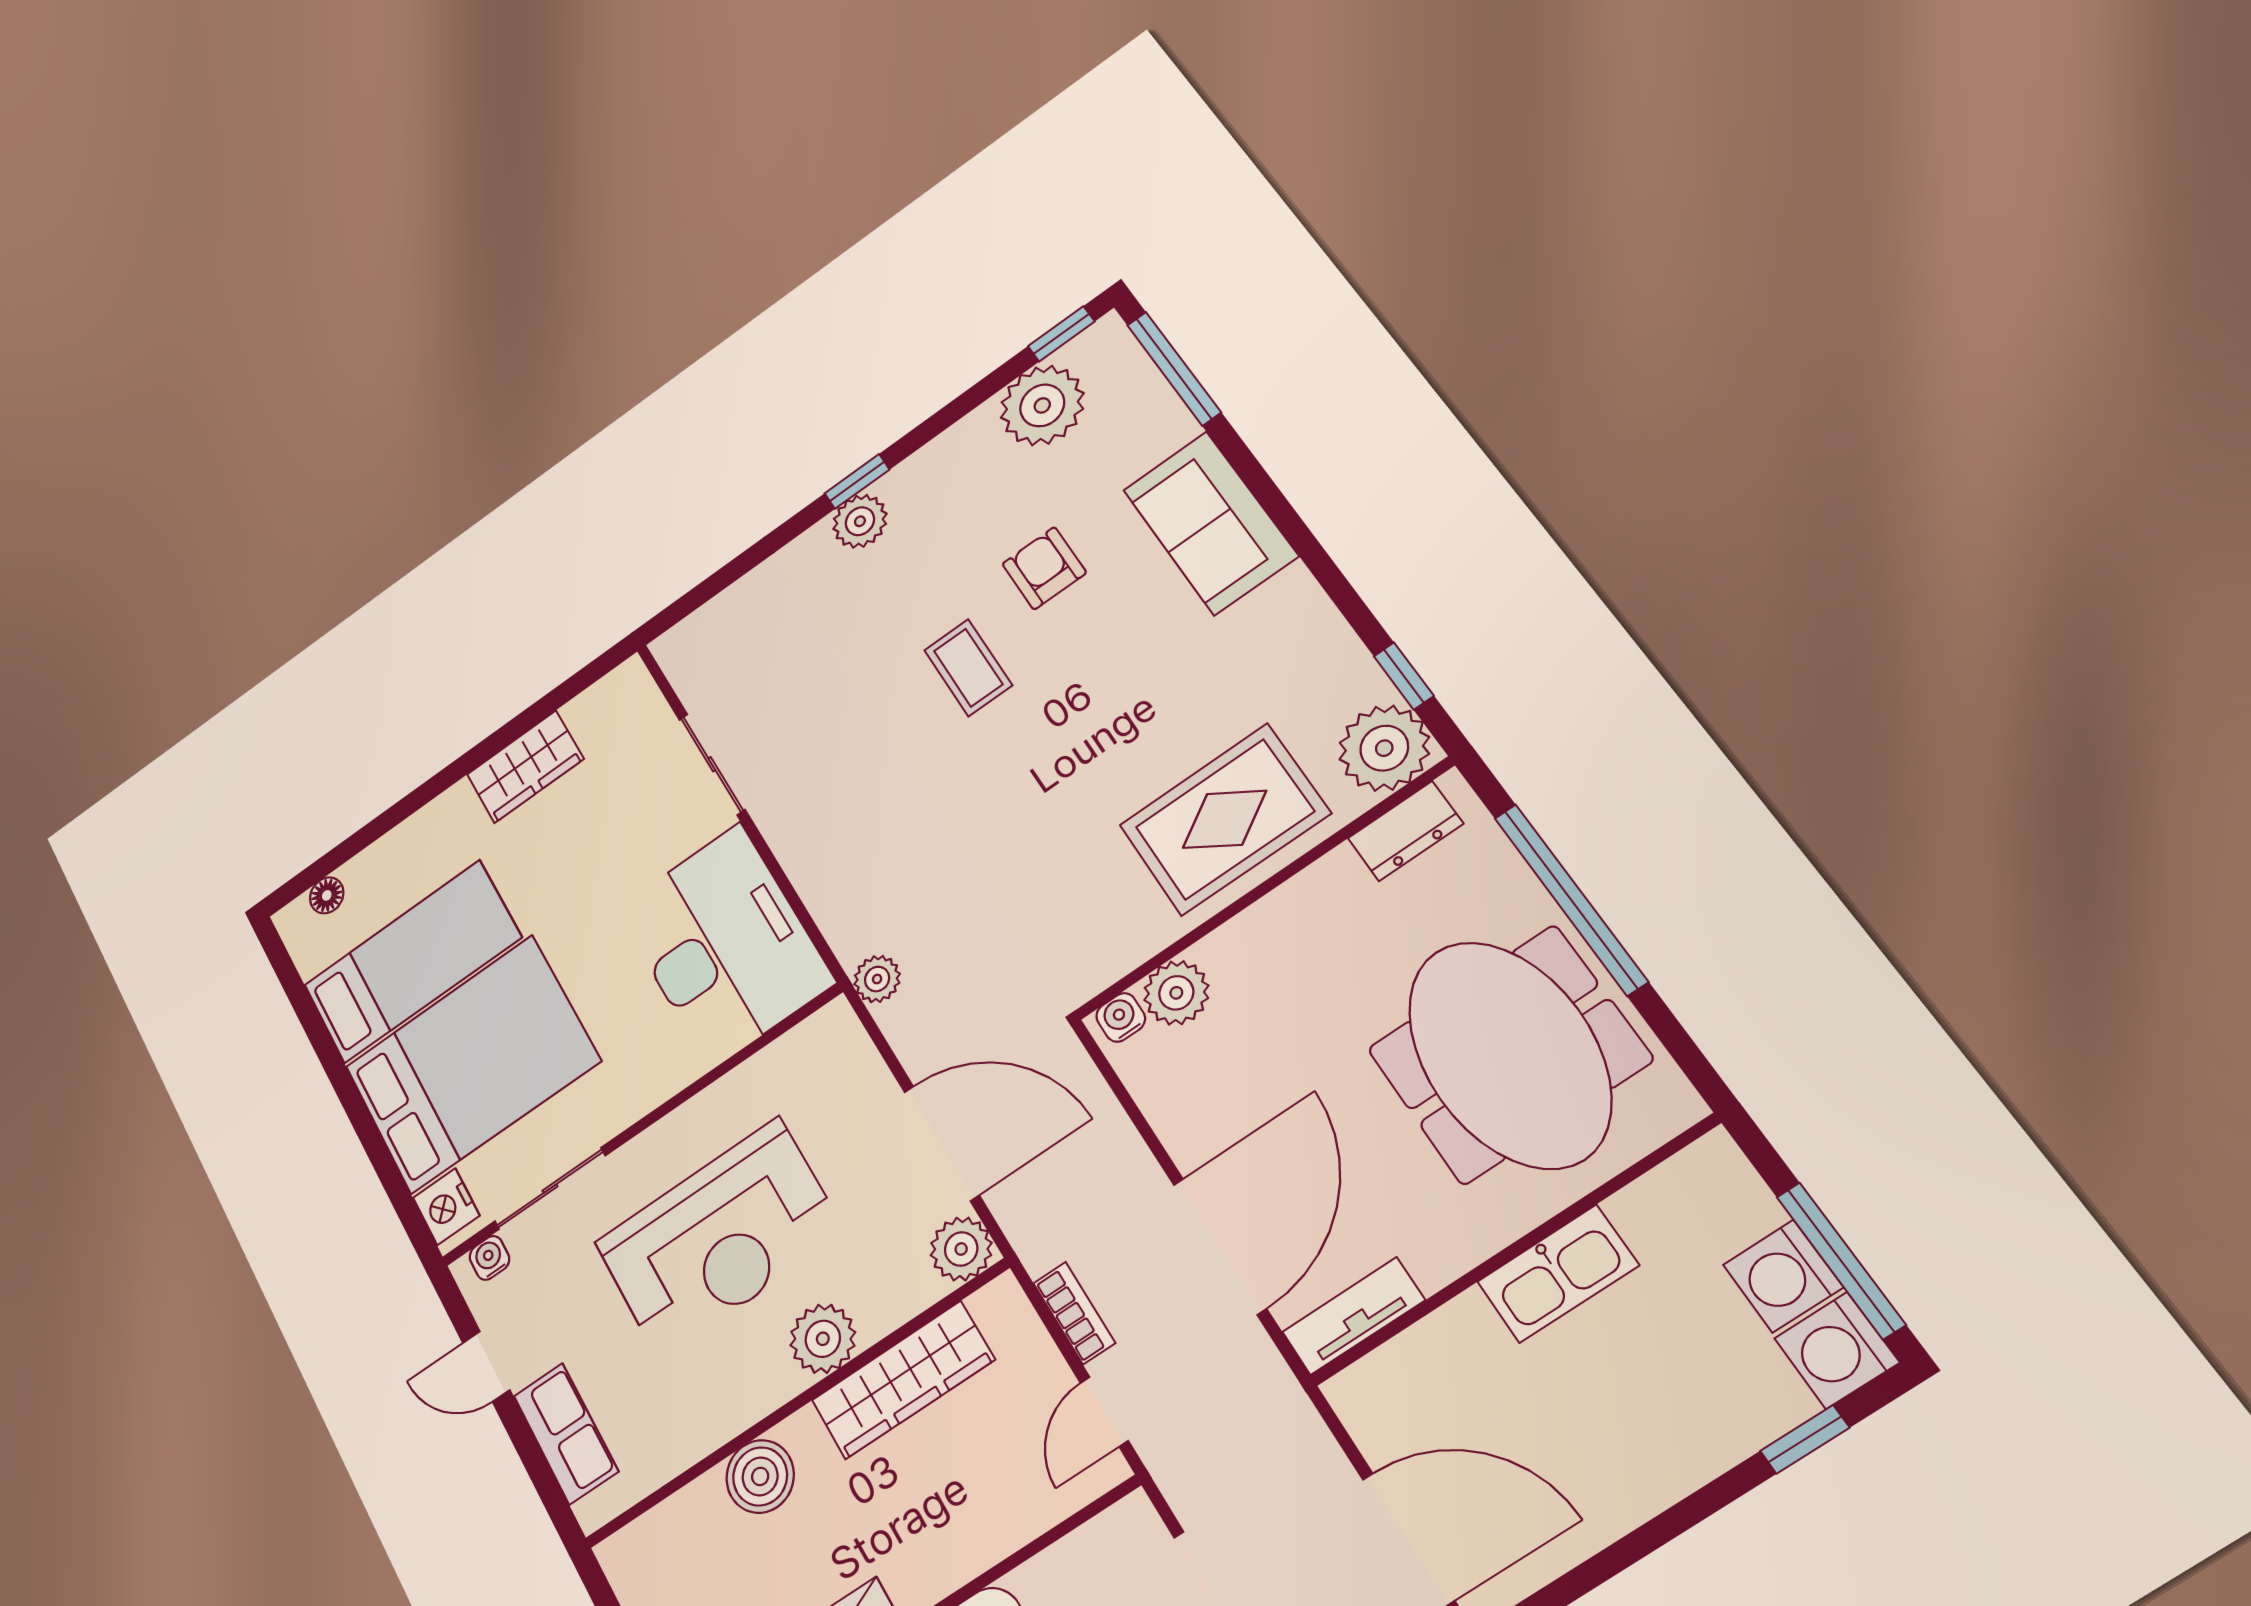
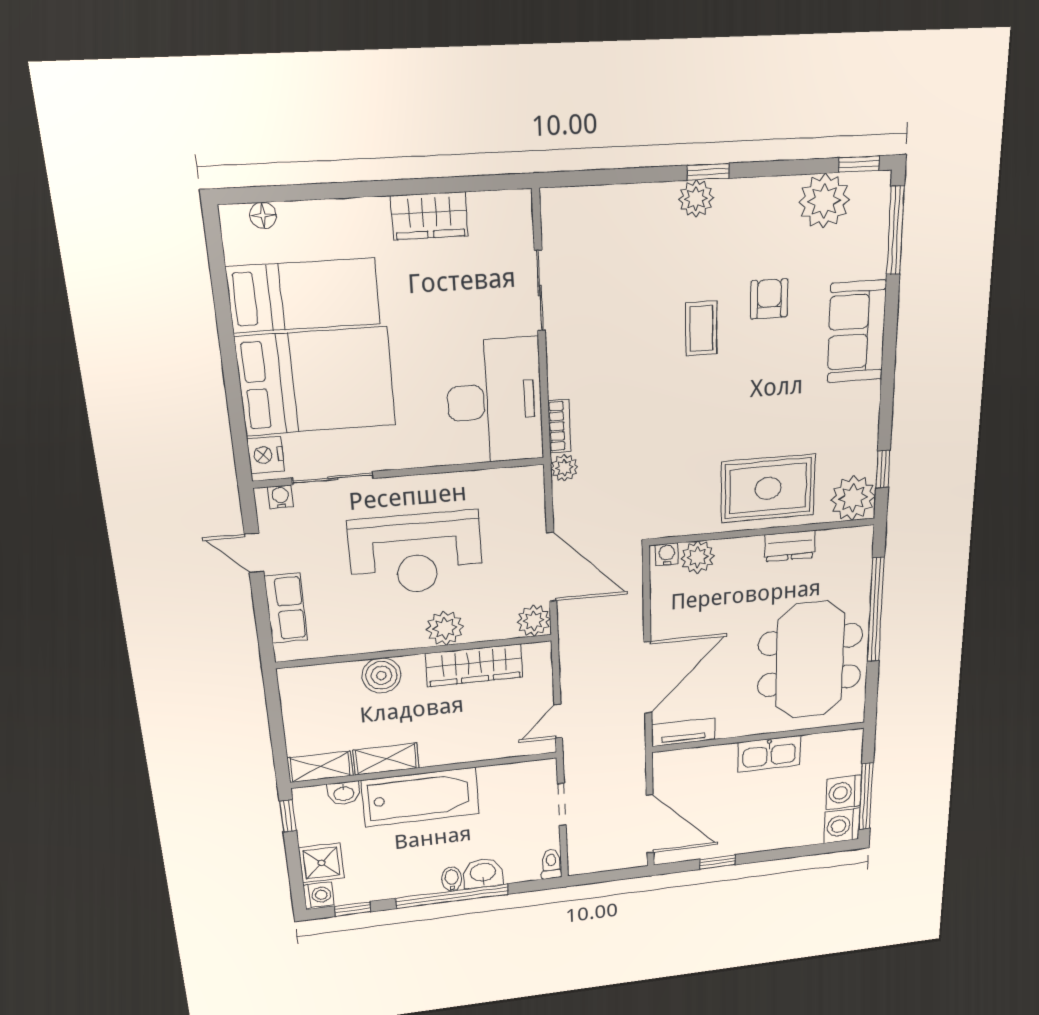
dresser: (1405, 831) -> (790, 546), moved
bookcase: (1074, 1313) -> (559, 426), moved
window: (1805, 1439) -> (718, 862), moved

